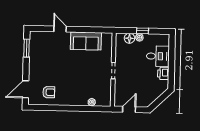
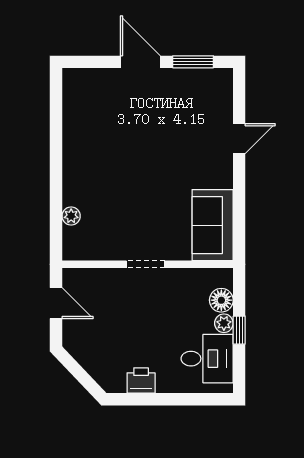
sofa: (86, 41) -> (213, 225), moved
desk: (158, 56) -> (207, 359), moved, turned -90
door: (26, 89) -> (140, 62), moved
armchair: (49, 92) -> (92, 116), removed

